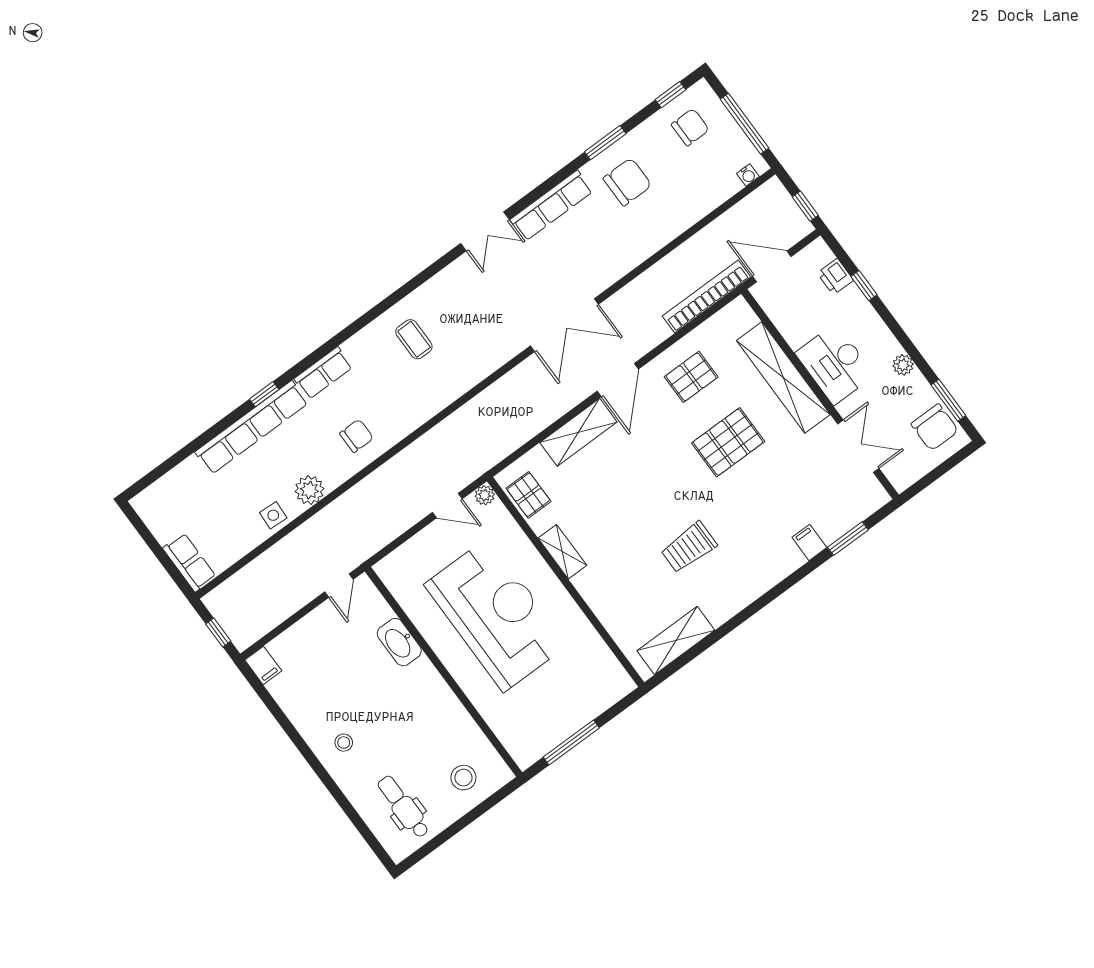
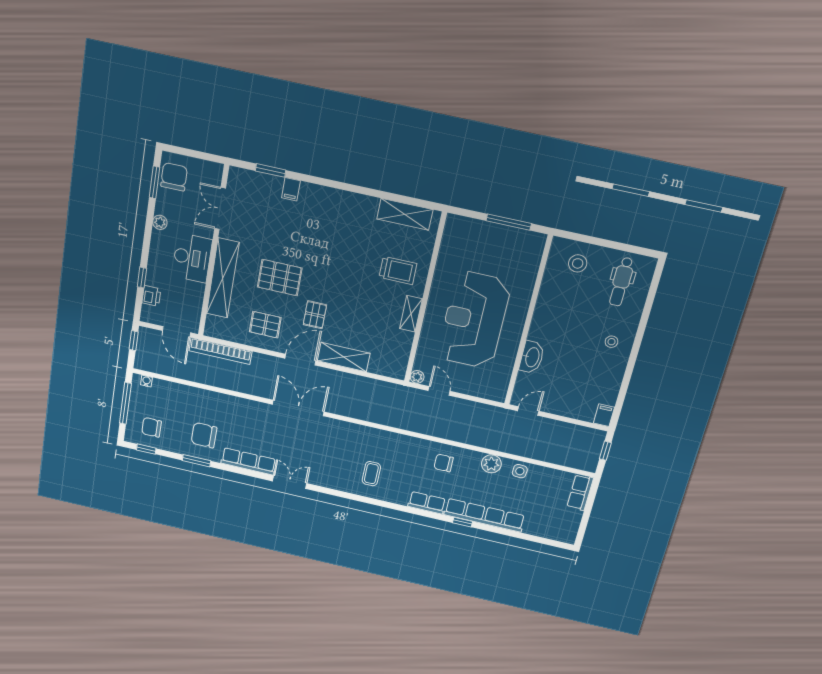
pallet: (528, 495) -> (315, 315), moved
trolley: (689, 547) -> (398, 270), moved

